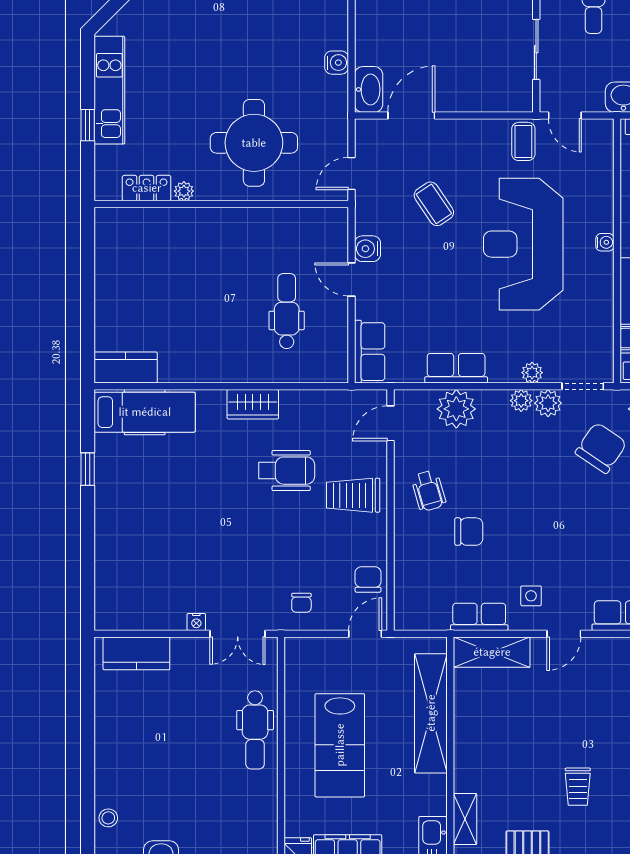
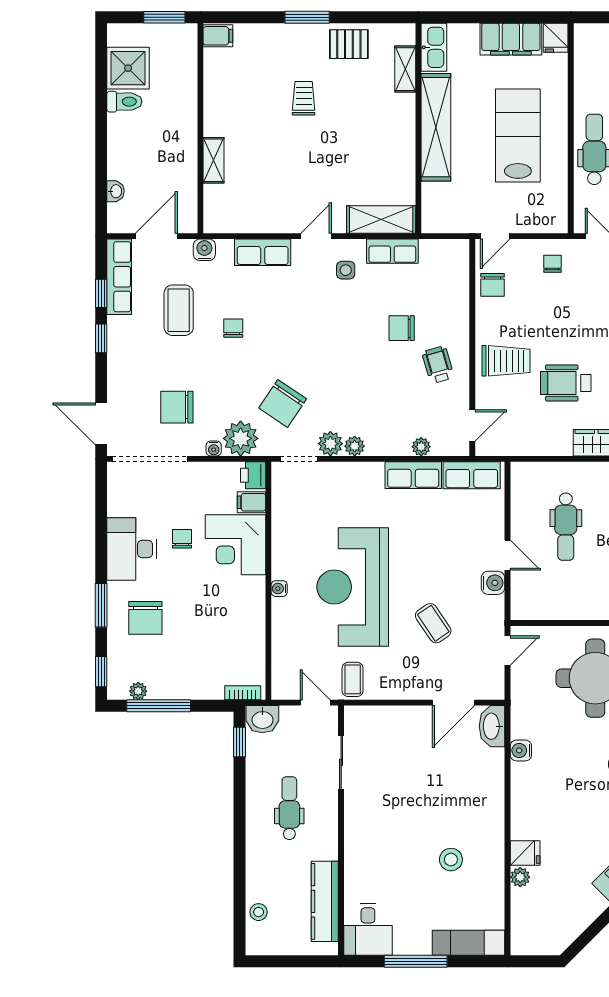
reception desk: (523, 244) -> (353, 587), turned 180
row of seats: (370, 352) -> (472, 475), moved, turned -90
plant: (532, 373) -> (345, 471), removed
plant: (456, 409) -> (421, 447), width x0.53, depth x0.53
shelving: (431, 713) -> (436, 127), moved

